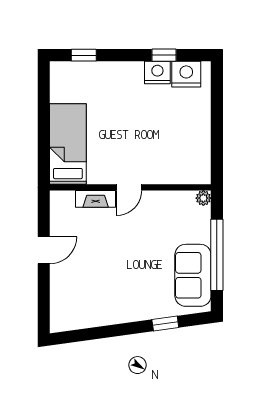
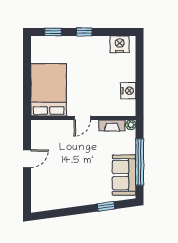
window: (164, 55) -> (84, 32), moved
nightstand: (157, 72) -> (128, 91), moved, turned 90
bed: (68, 144) -> (49, 90), width x1.50
fireplace: (96, 199) -> (112, 125), moved

